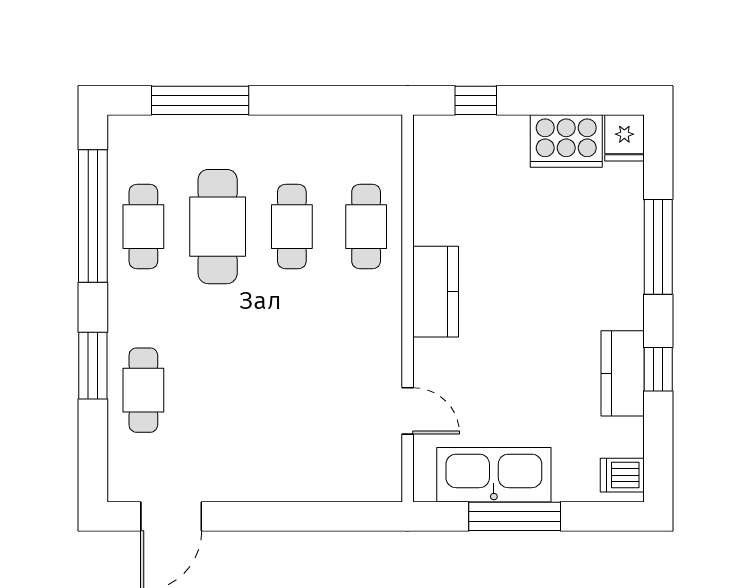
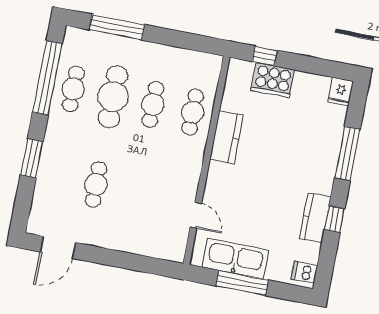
cooker: (566, 141) -> (273, 80), moved
kitchen counter: (436, 292) -> (227, 137), moved
cafe table: (143, 390) -> (96, 184), moved

